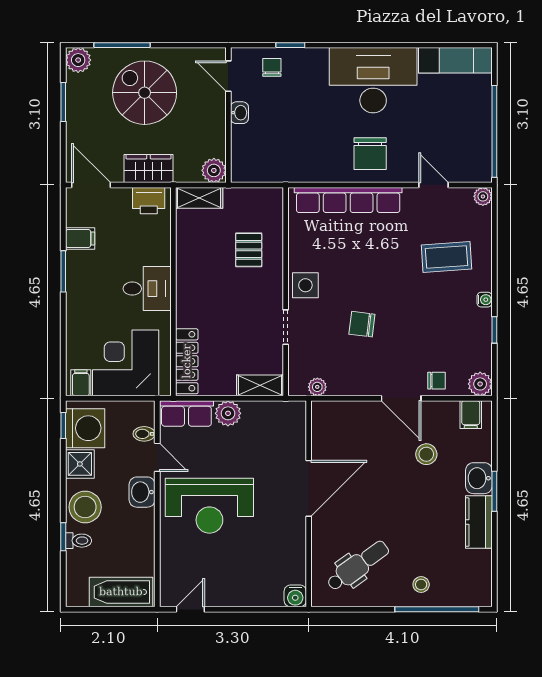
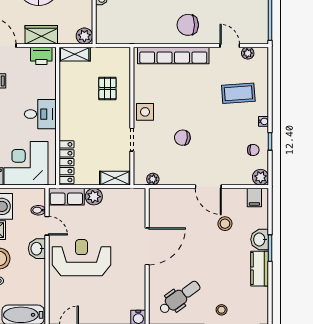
chair: (370, 154) -> (188, 25), turned 90
plant: (483, 196) -> (248, 53), moved
chair: (436, 381) -> (253, 150), moved
reception desk: (209, 506) -> (82, 258), turned 180

